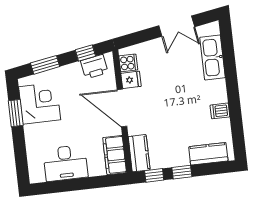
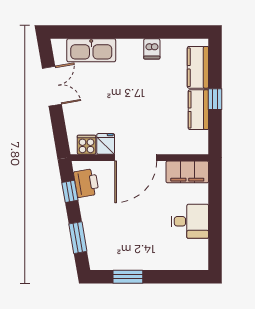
corner desk: (40, 103) -> (120, 249), removed
kitchen counter: (139, 153) -> (198, 110), moved, turned -90
desk: (65, 163) -> (190, 221), width x0.73
window: (154, 175) -> (215, 130), removed

